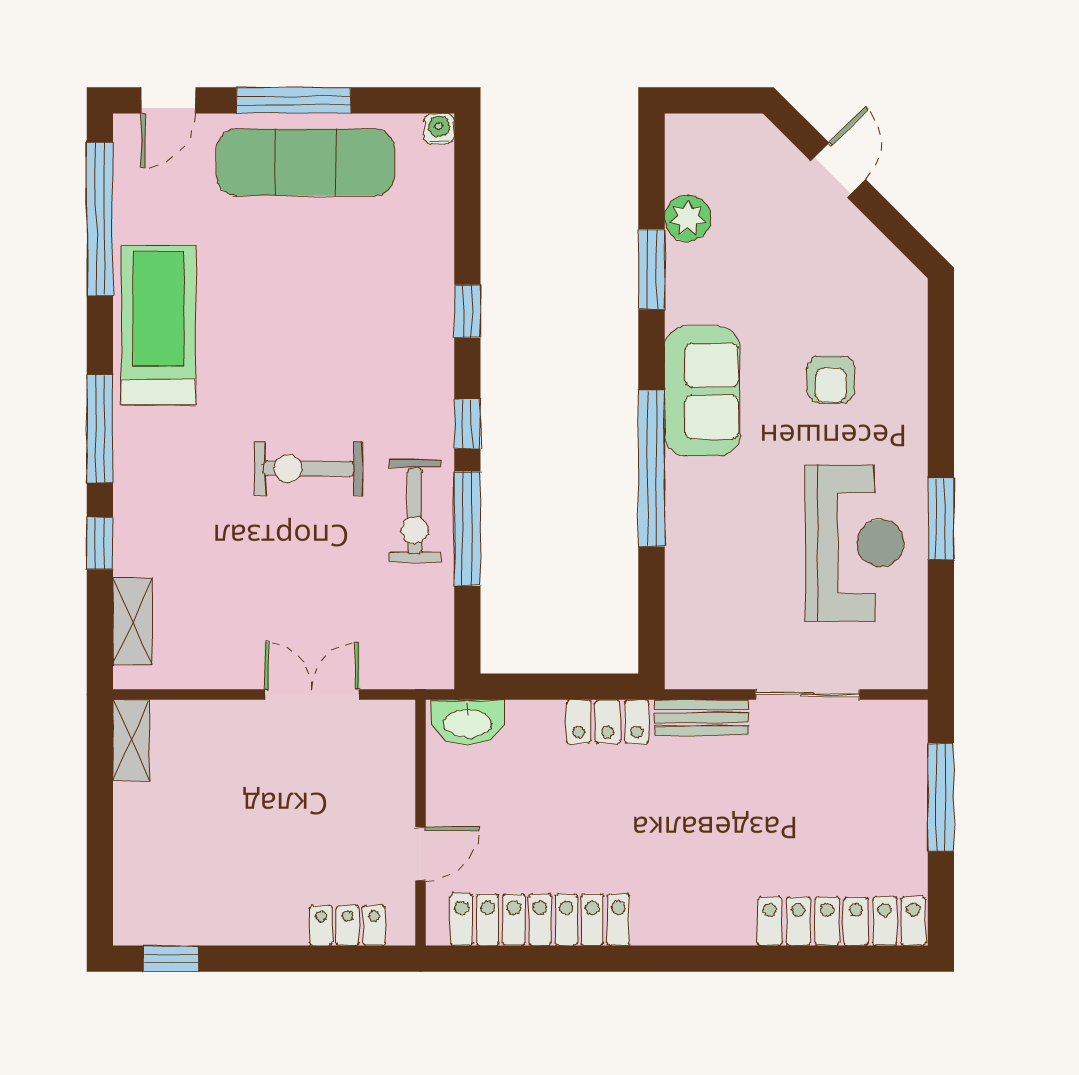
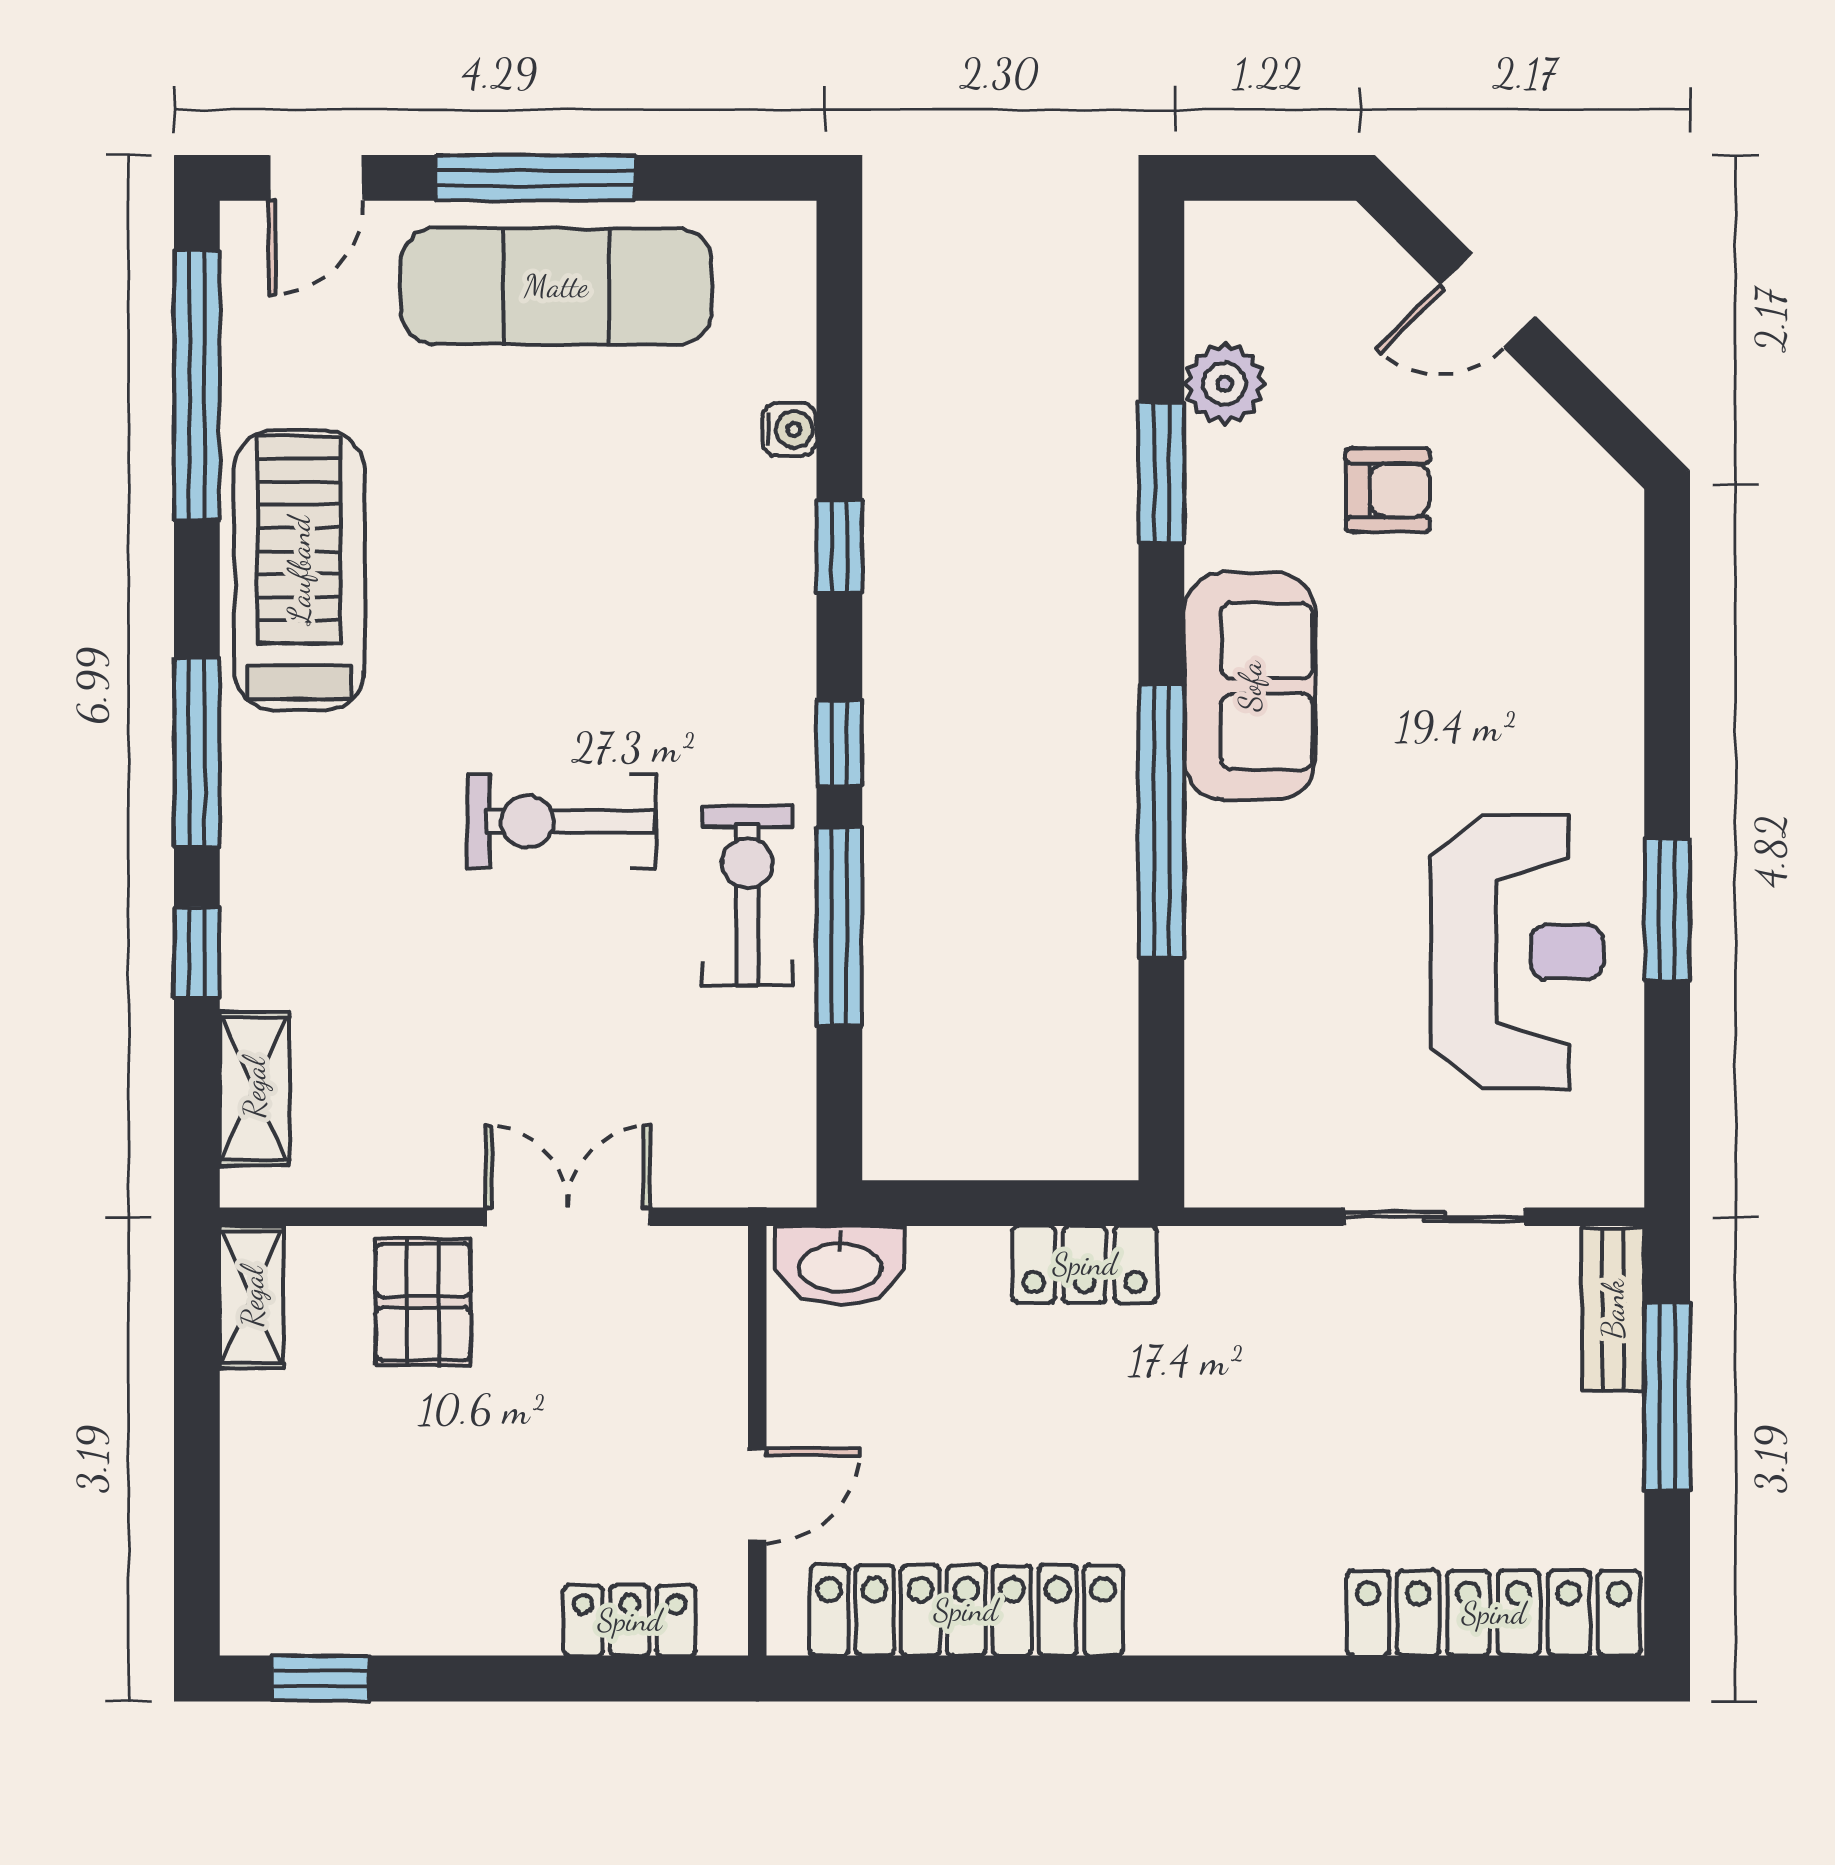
water cooler: (439, 129) -> (790, 429), moved, turned 90
door: (838, 170) -> (1488, 300), swing flipped
armchair: (831, 379) -> (1388, 490), moved, turned -90
exercise bike: (415, 511) -> (747, 896), turned 180
bench: (702, 718) -> (1613, 1309), moved, turned 90
pallet: (229, 743) -> (423, 1302), added

